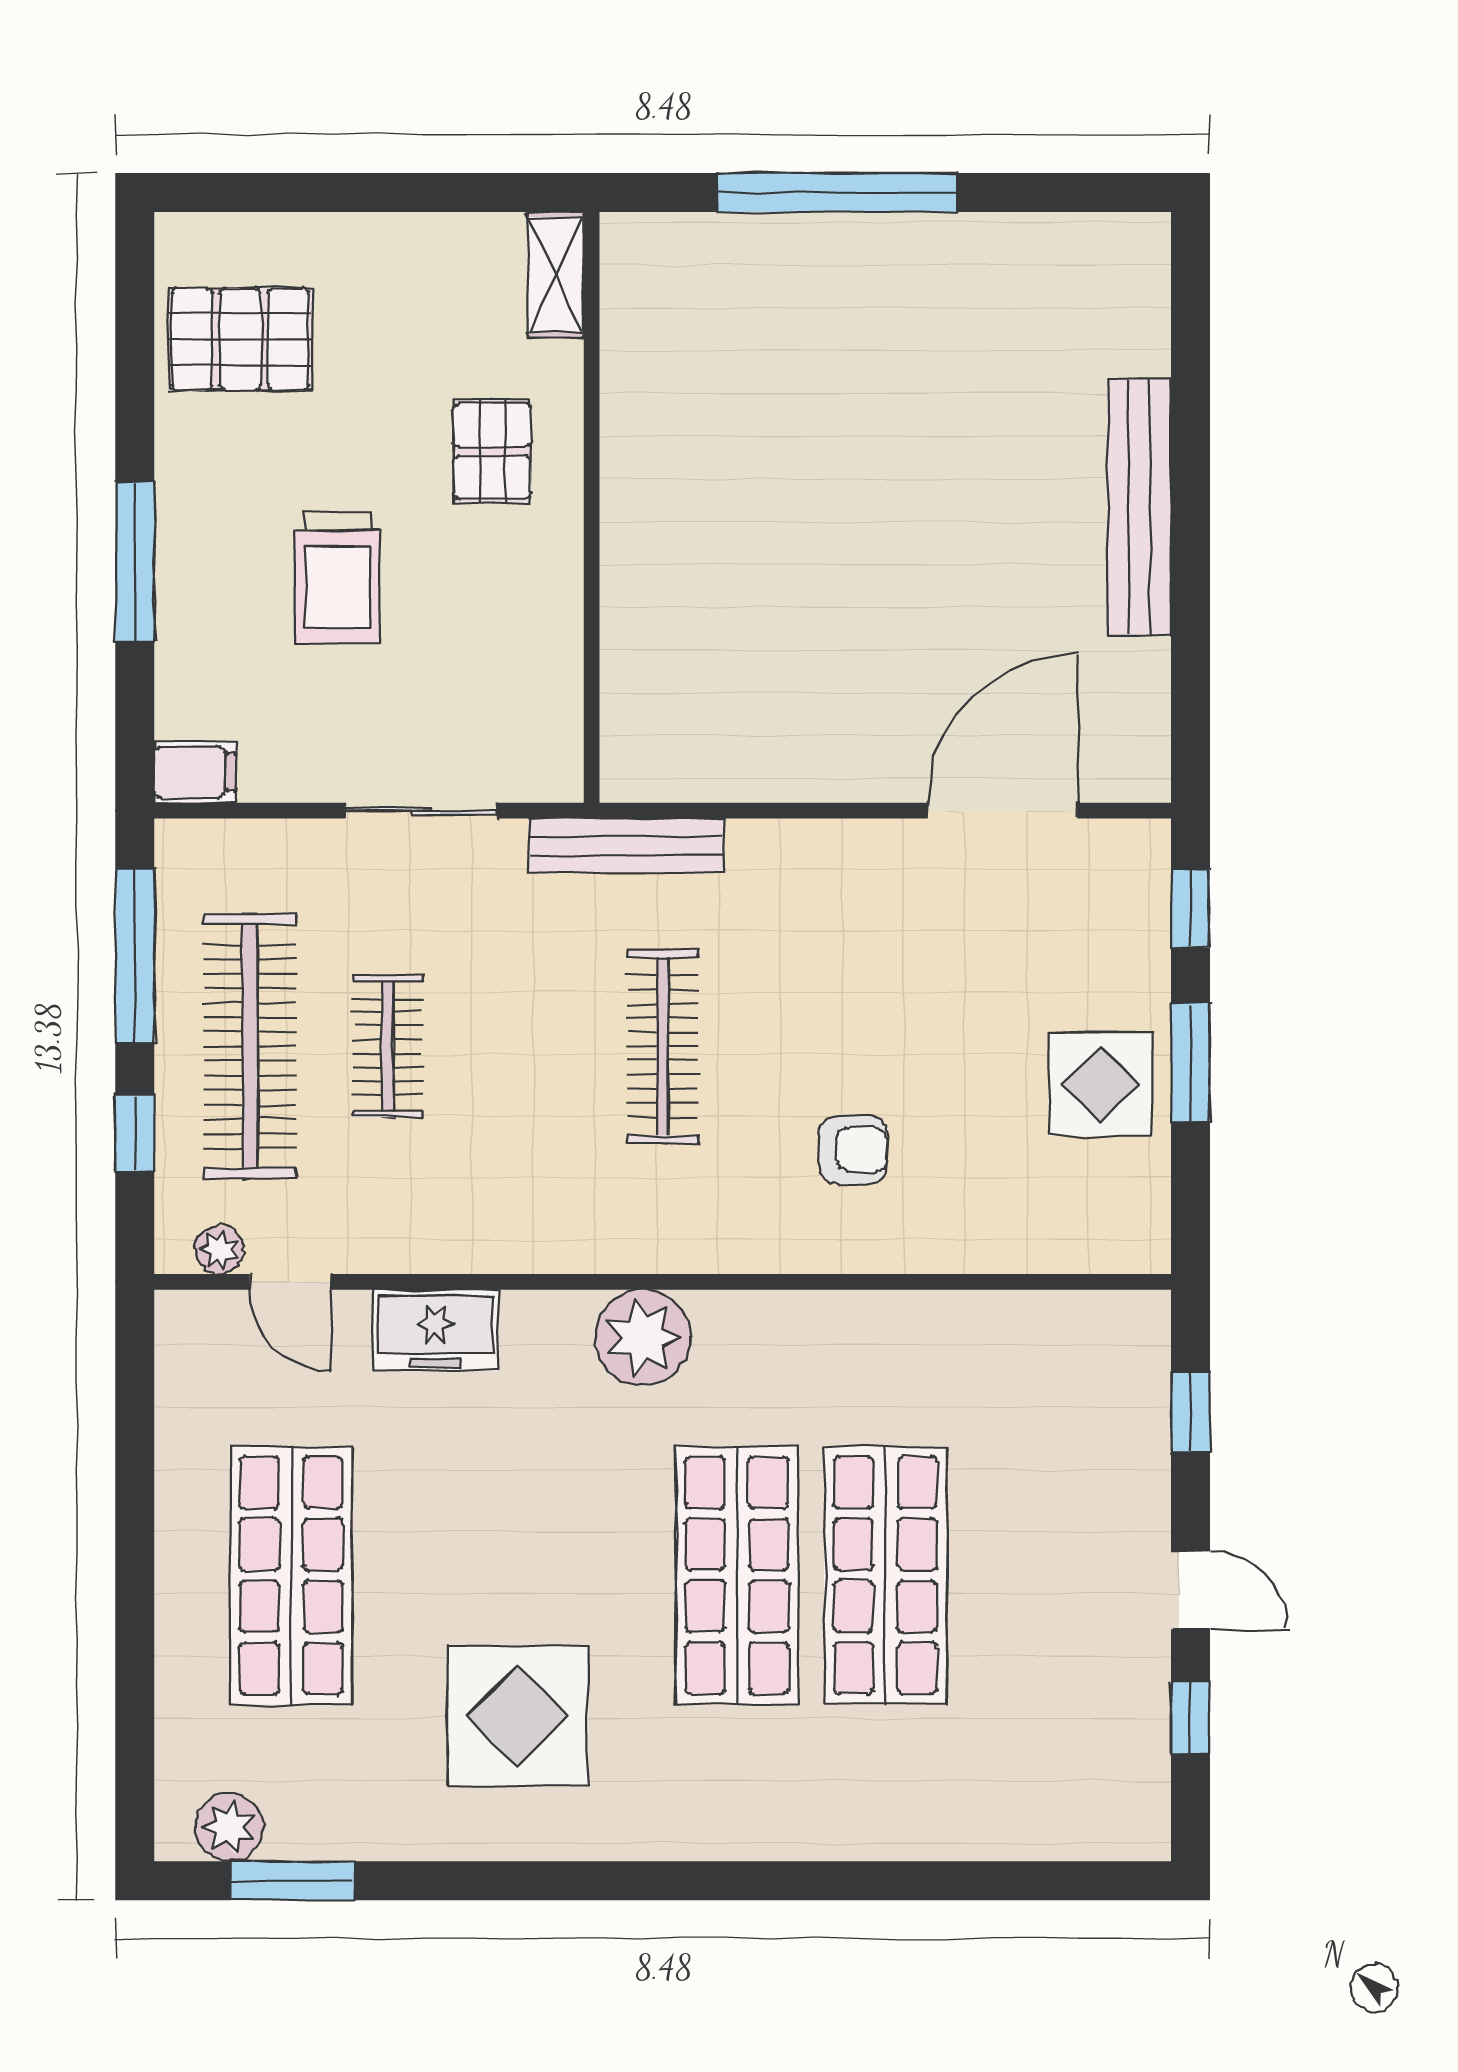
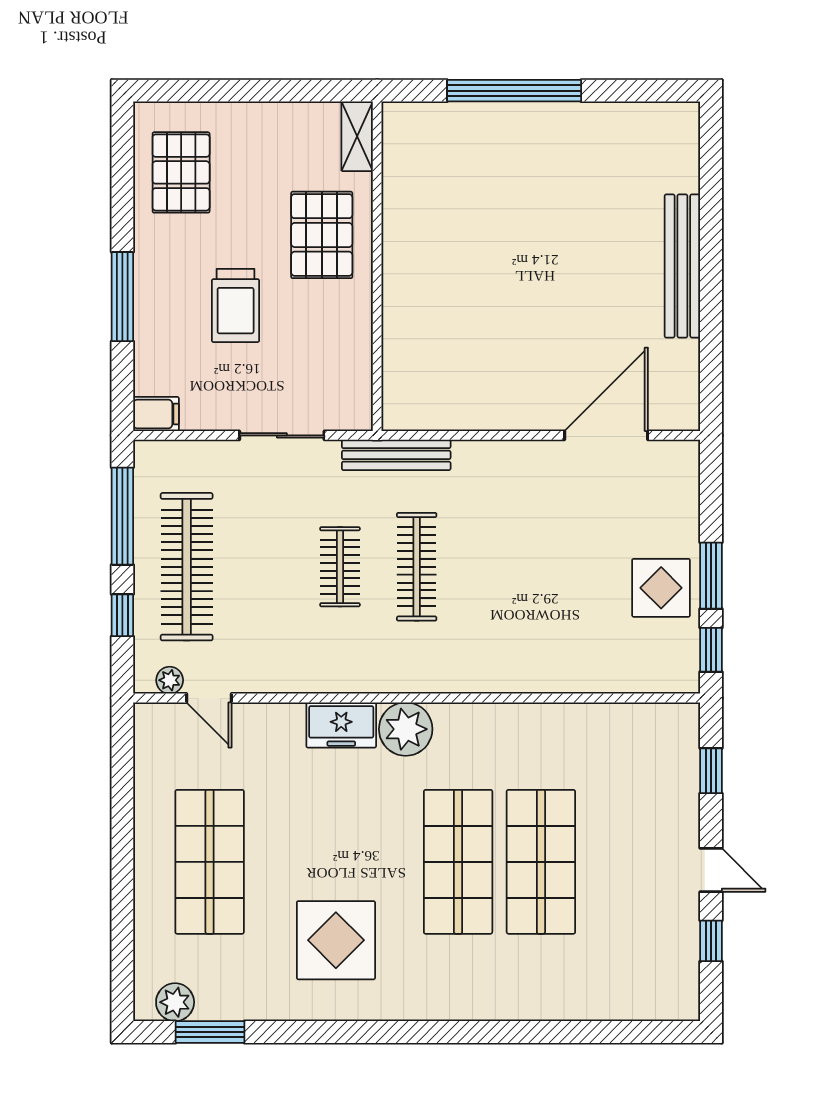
pallet: (240, 339) -> (181, 172), turned 90
pallet: (492, 451) -> (322, 235), width x1.50, depth x1.42
window: (1190, 908) -> (711, 650), moved
clothes rail: (388, 1046) -> (340, 567), moved
armchair: (853, 1150) -> (523, 624), removed
freezer: (436, 1330) -> (341, 725), moved

